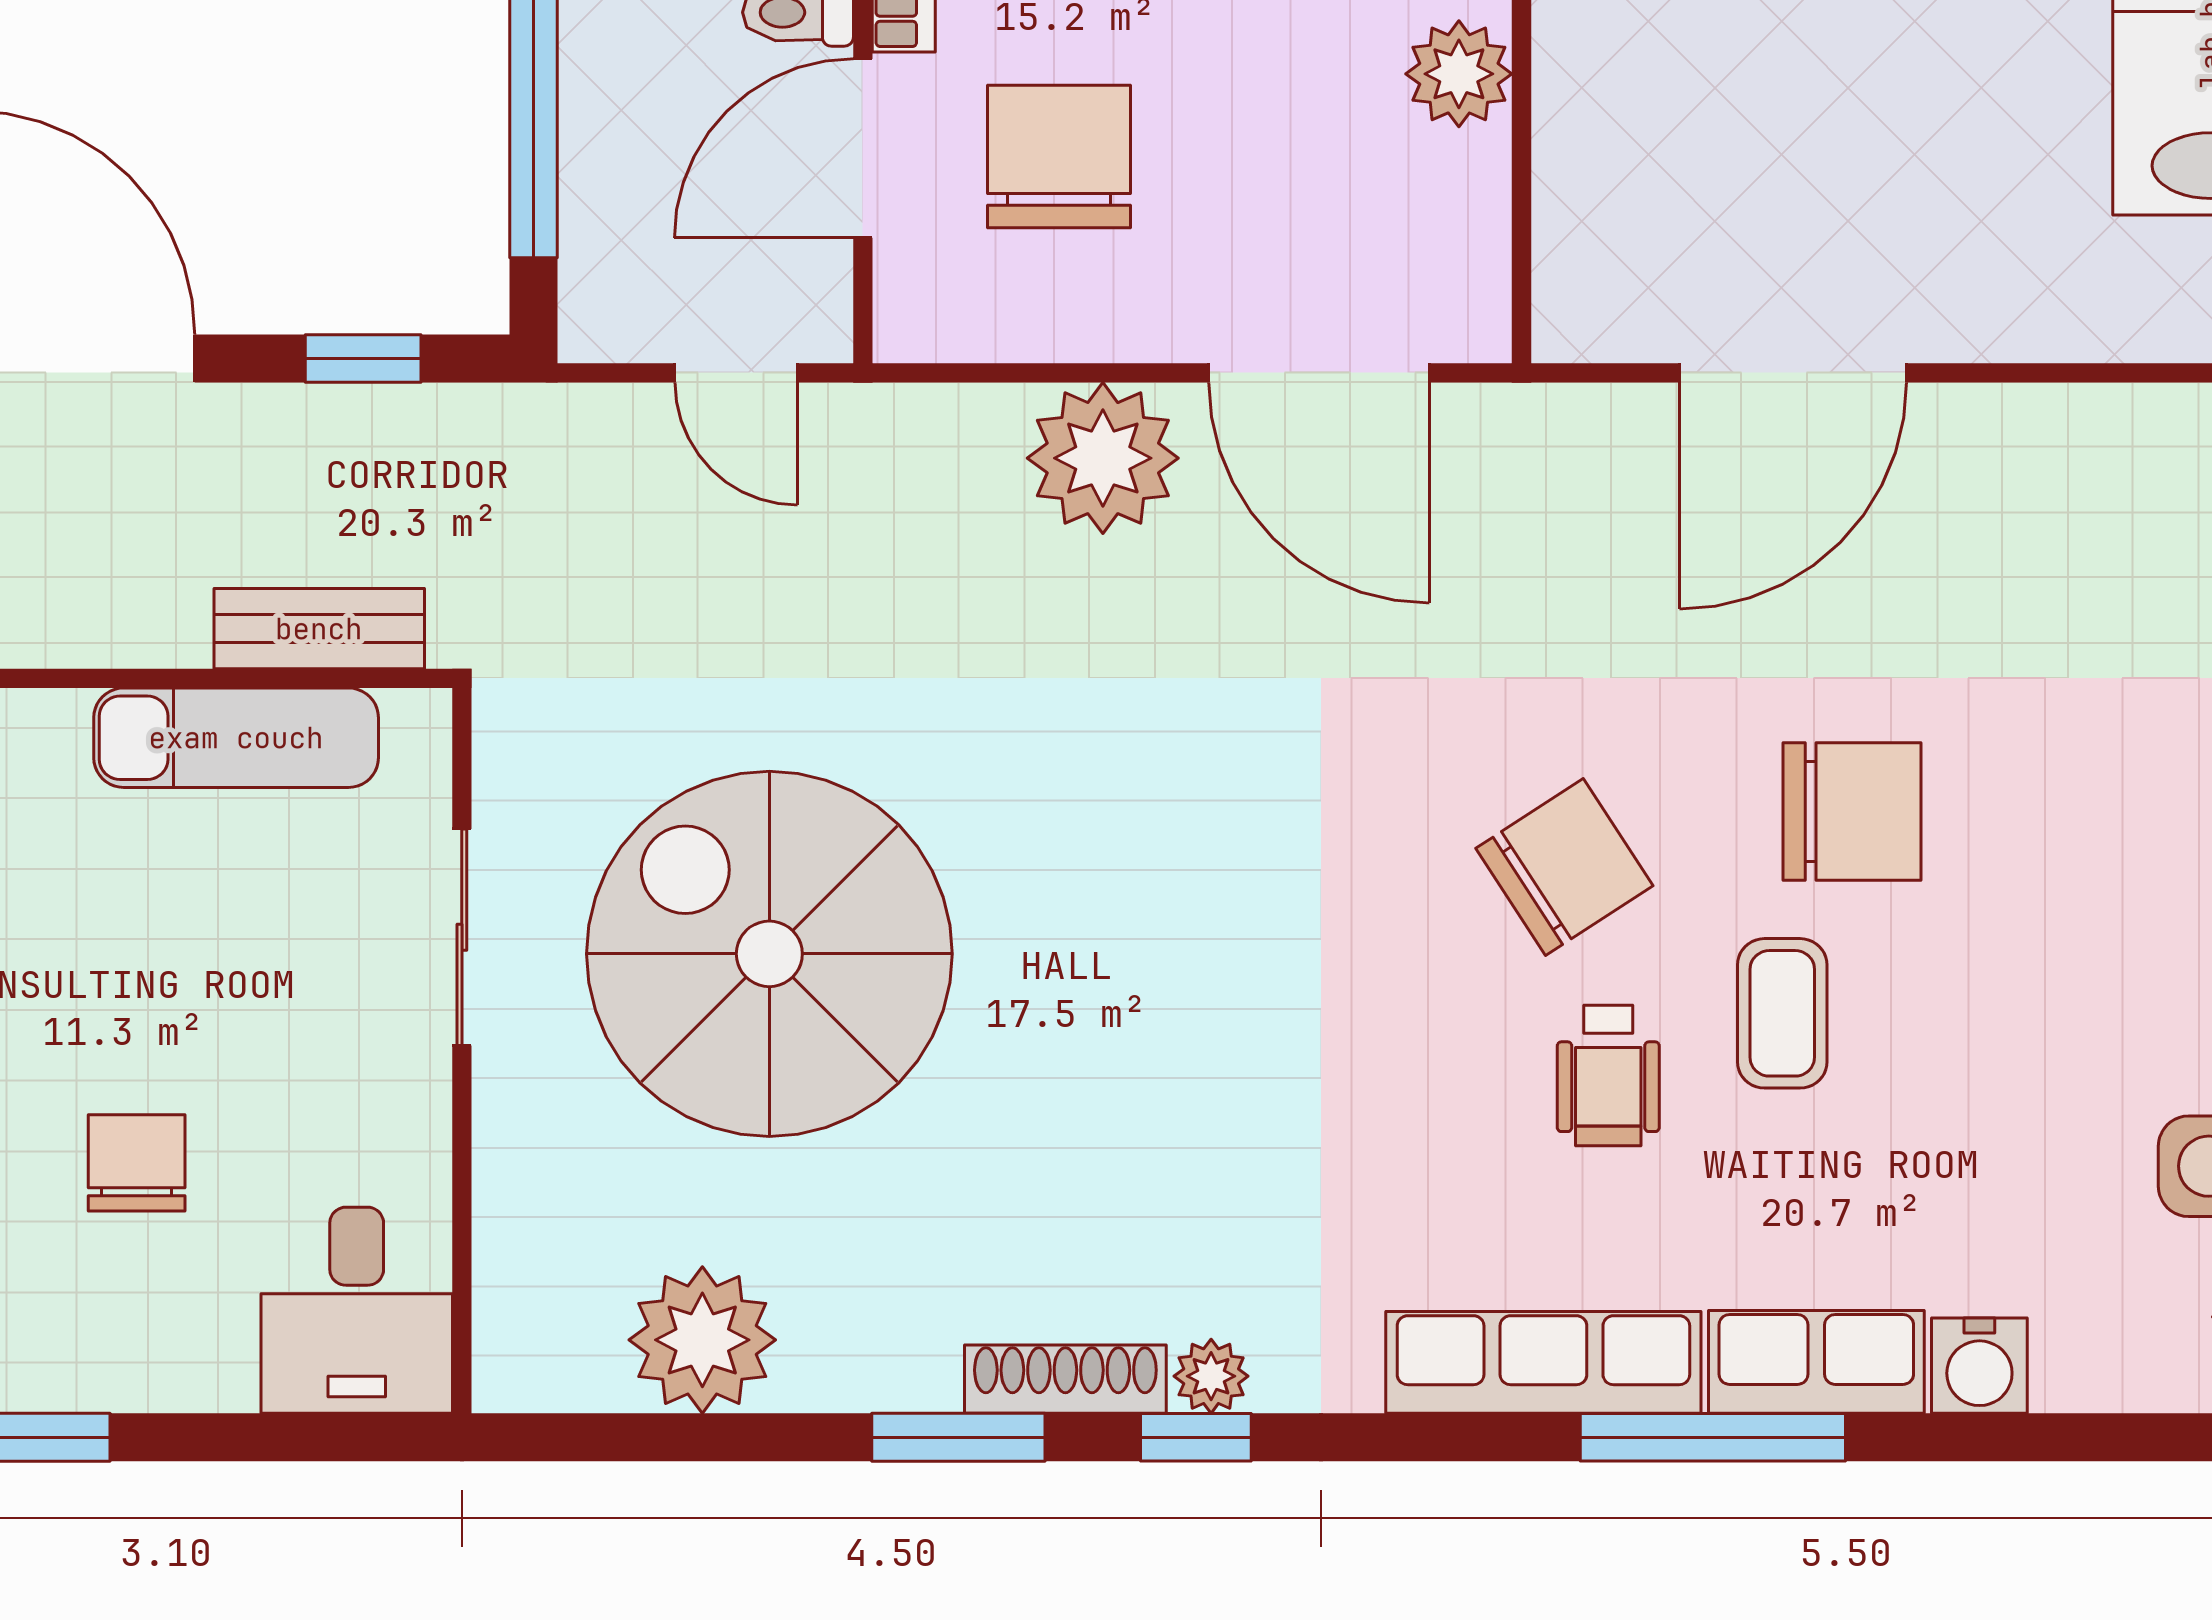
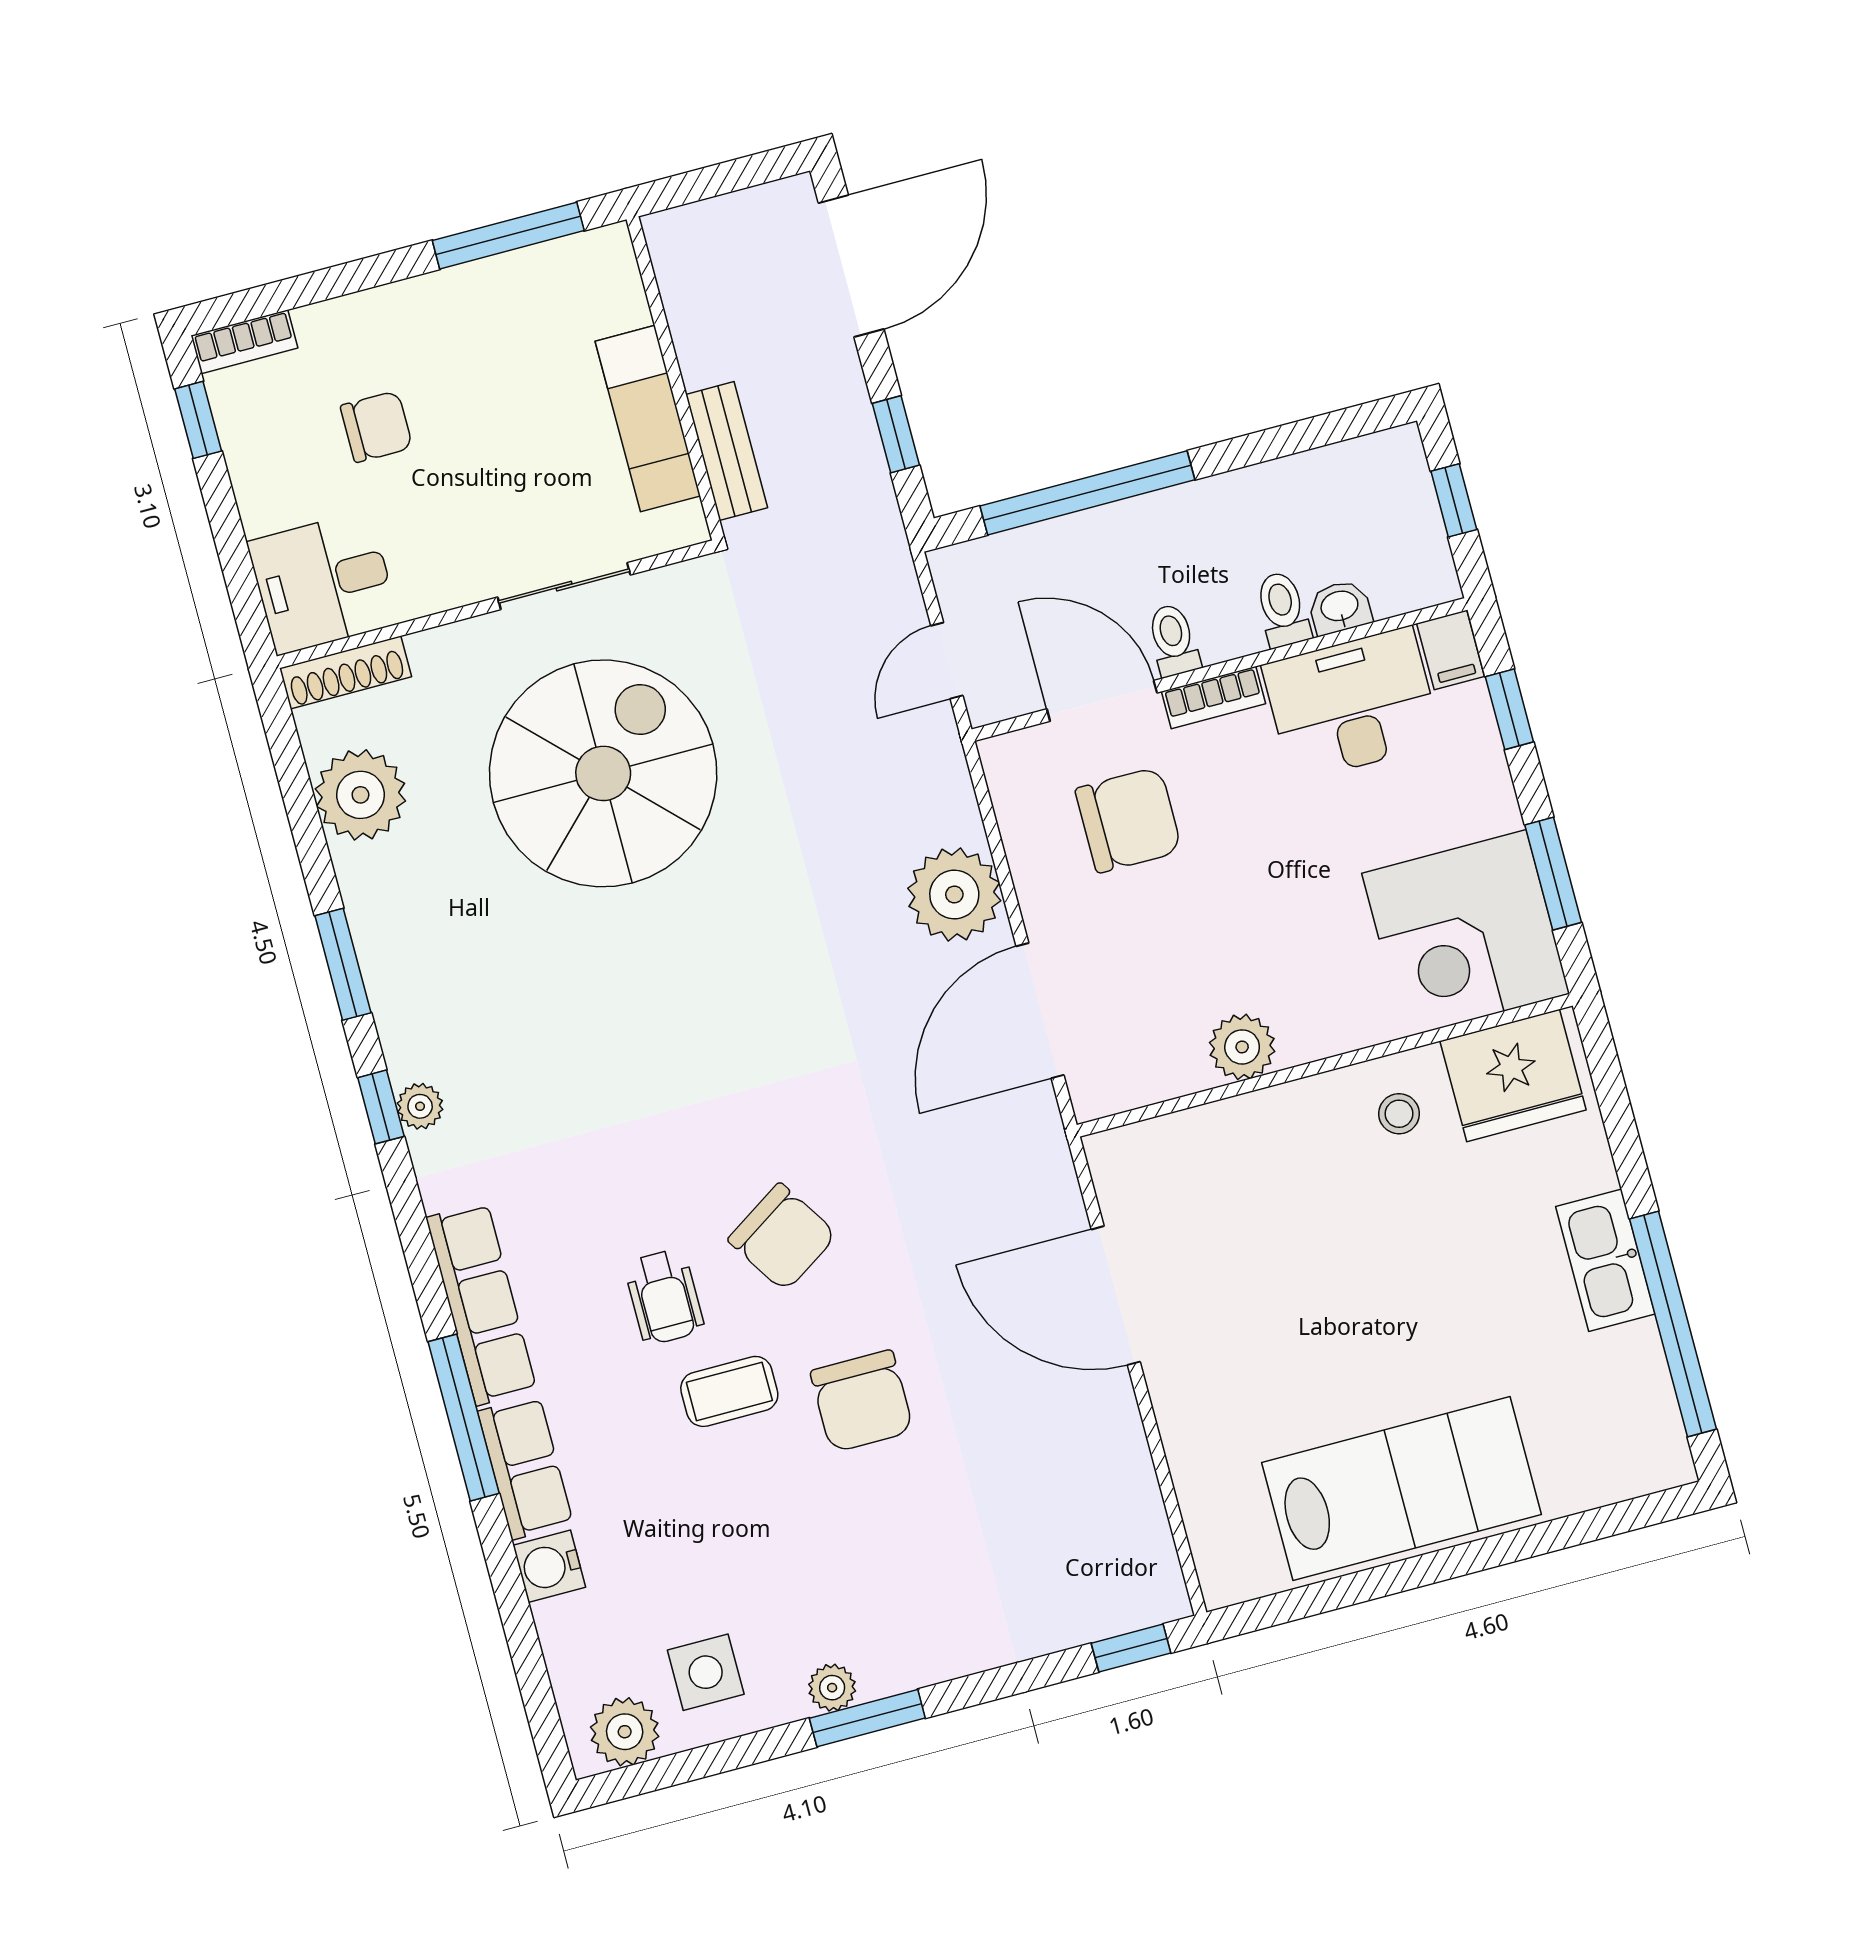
wheelchair: (1608, 1075) -> (664, 1297), turned -90
shoe rack: (1065, 1379) -> (346, 672), moved, turned 90

